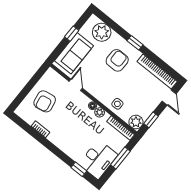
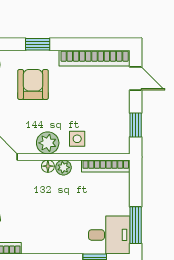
plant: (136, 122) -> (48, 143), moved
window: (120, 158) -> (136, 225), moved
desk: (98, 159) -> (109, 235), width x0.73

